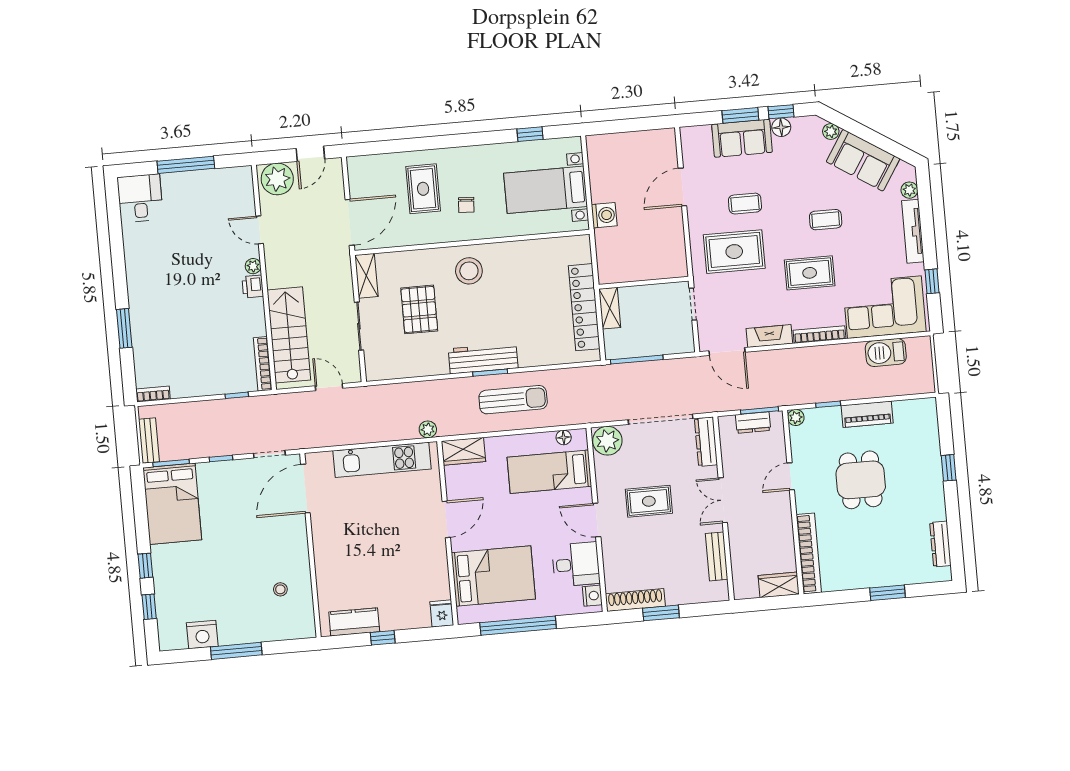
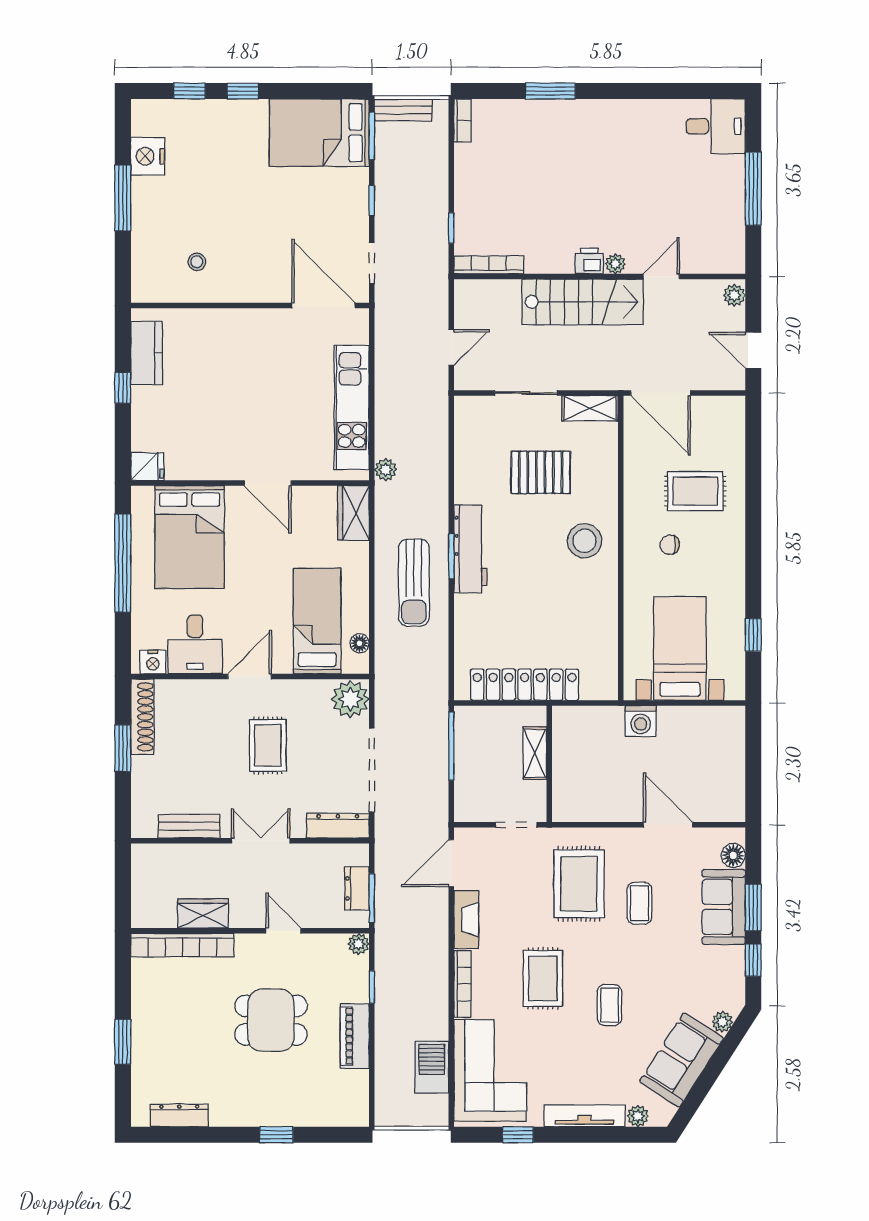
floor lamp: (781, 127) -> (733, 855), moved
plant: (277, 179) -> (734, 295), width x0.53, depth x0.53
shelving: (610, 308) -> (535, 753), moved, turned 90
stairs: (289, 335) -> (582, 302), moved
wardrobe: (779, 585) -> (203, 913), moved, turned -90

